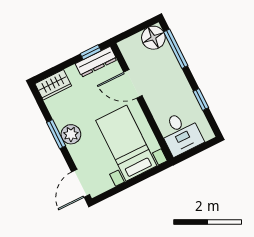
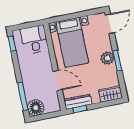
window: (201, 100) -> (12, 44), moved

